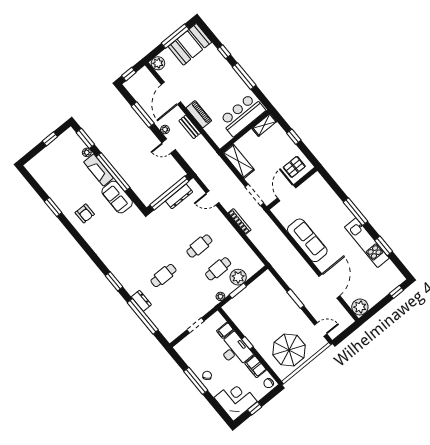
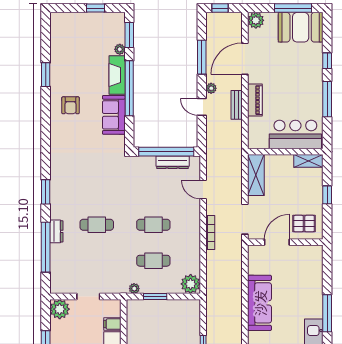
plant: (238, 277) -> (191, 284), moved
plant: (184, 348) -> (60, 309), added

